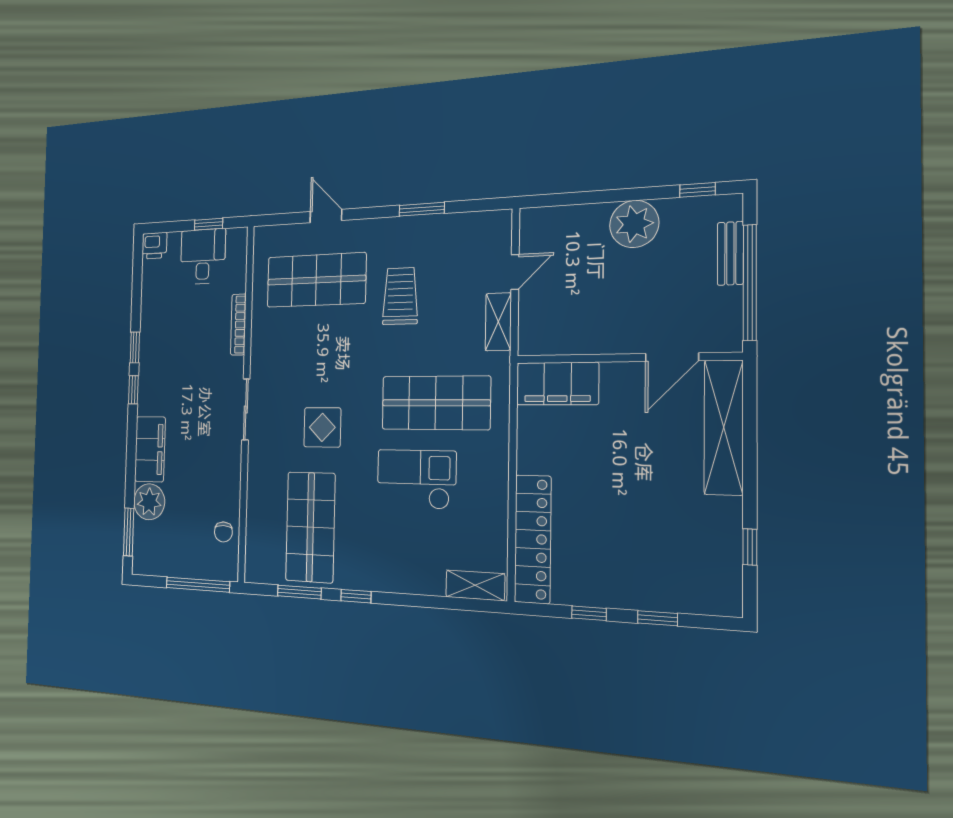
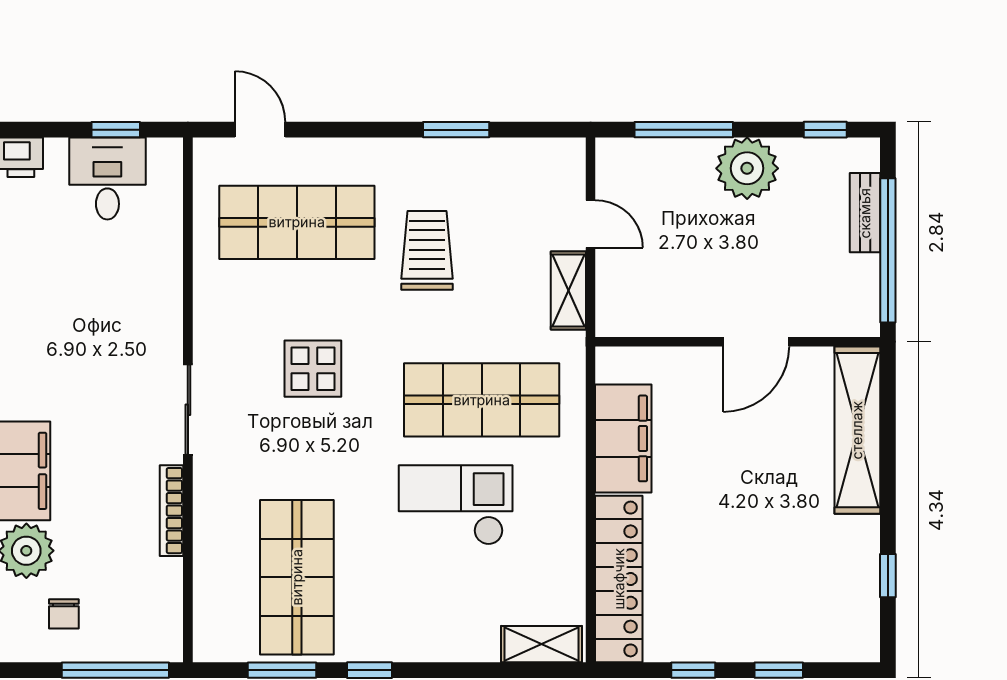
window: (585, 198) -> (684, 130), added
door: (326, 216) -> (260, 130), moved
door: (515, 272) -> (591, 224), hinge flipped
bookcase: (238, 325) -> (172, 511), moved
door: (672, 357) -> (756, 342), moved
filing cabinet: (557, 384) -> (623, 438), moved, turned -90
display table: (322, 427) -> (313, 369), moved
chair: (223, 532) -> (64, 614), moved

